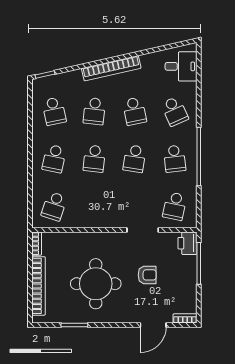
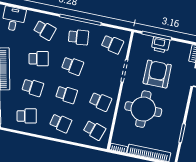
school desk: (175, 111) -> (45, 30), turned 42
school desk: (94, 206) -> (100, 101), added
printer: (187, 243) -> (160, 45), moved
armchair: (147, 275) -> (157, 74), width x1.88, depth x1.88
round table: (96, 284) -> (143, 109), moved

